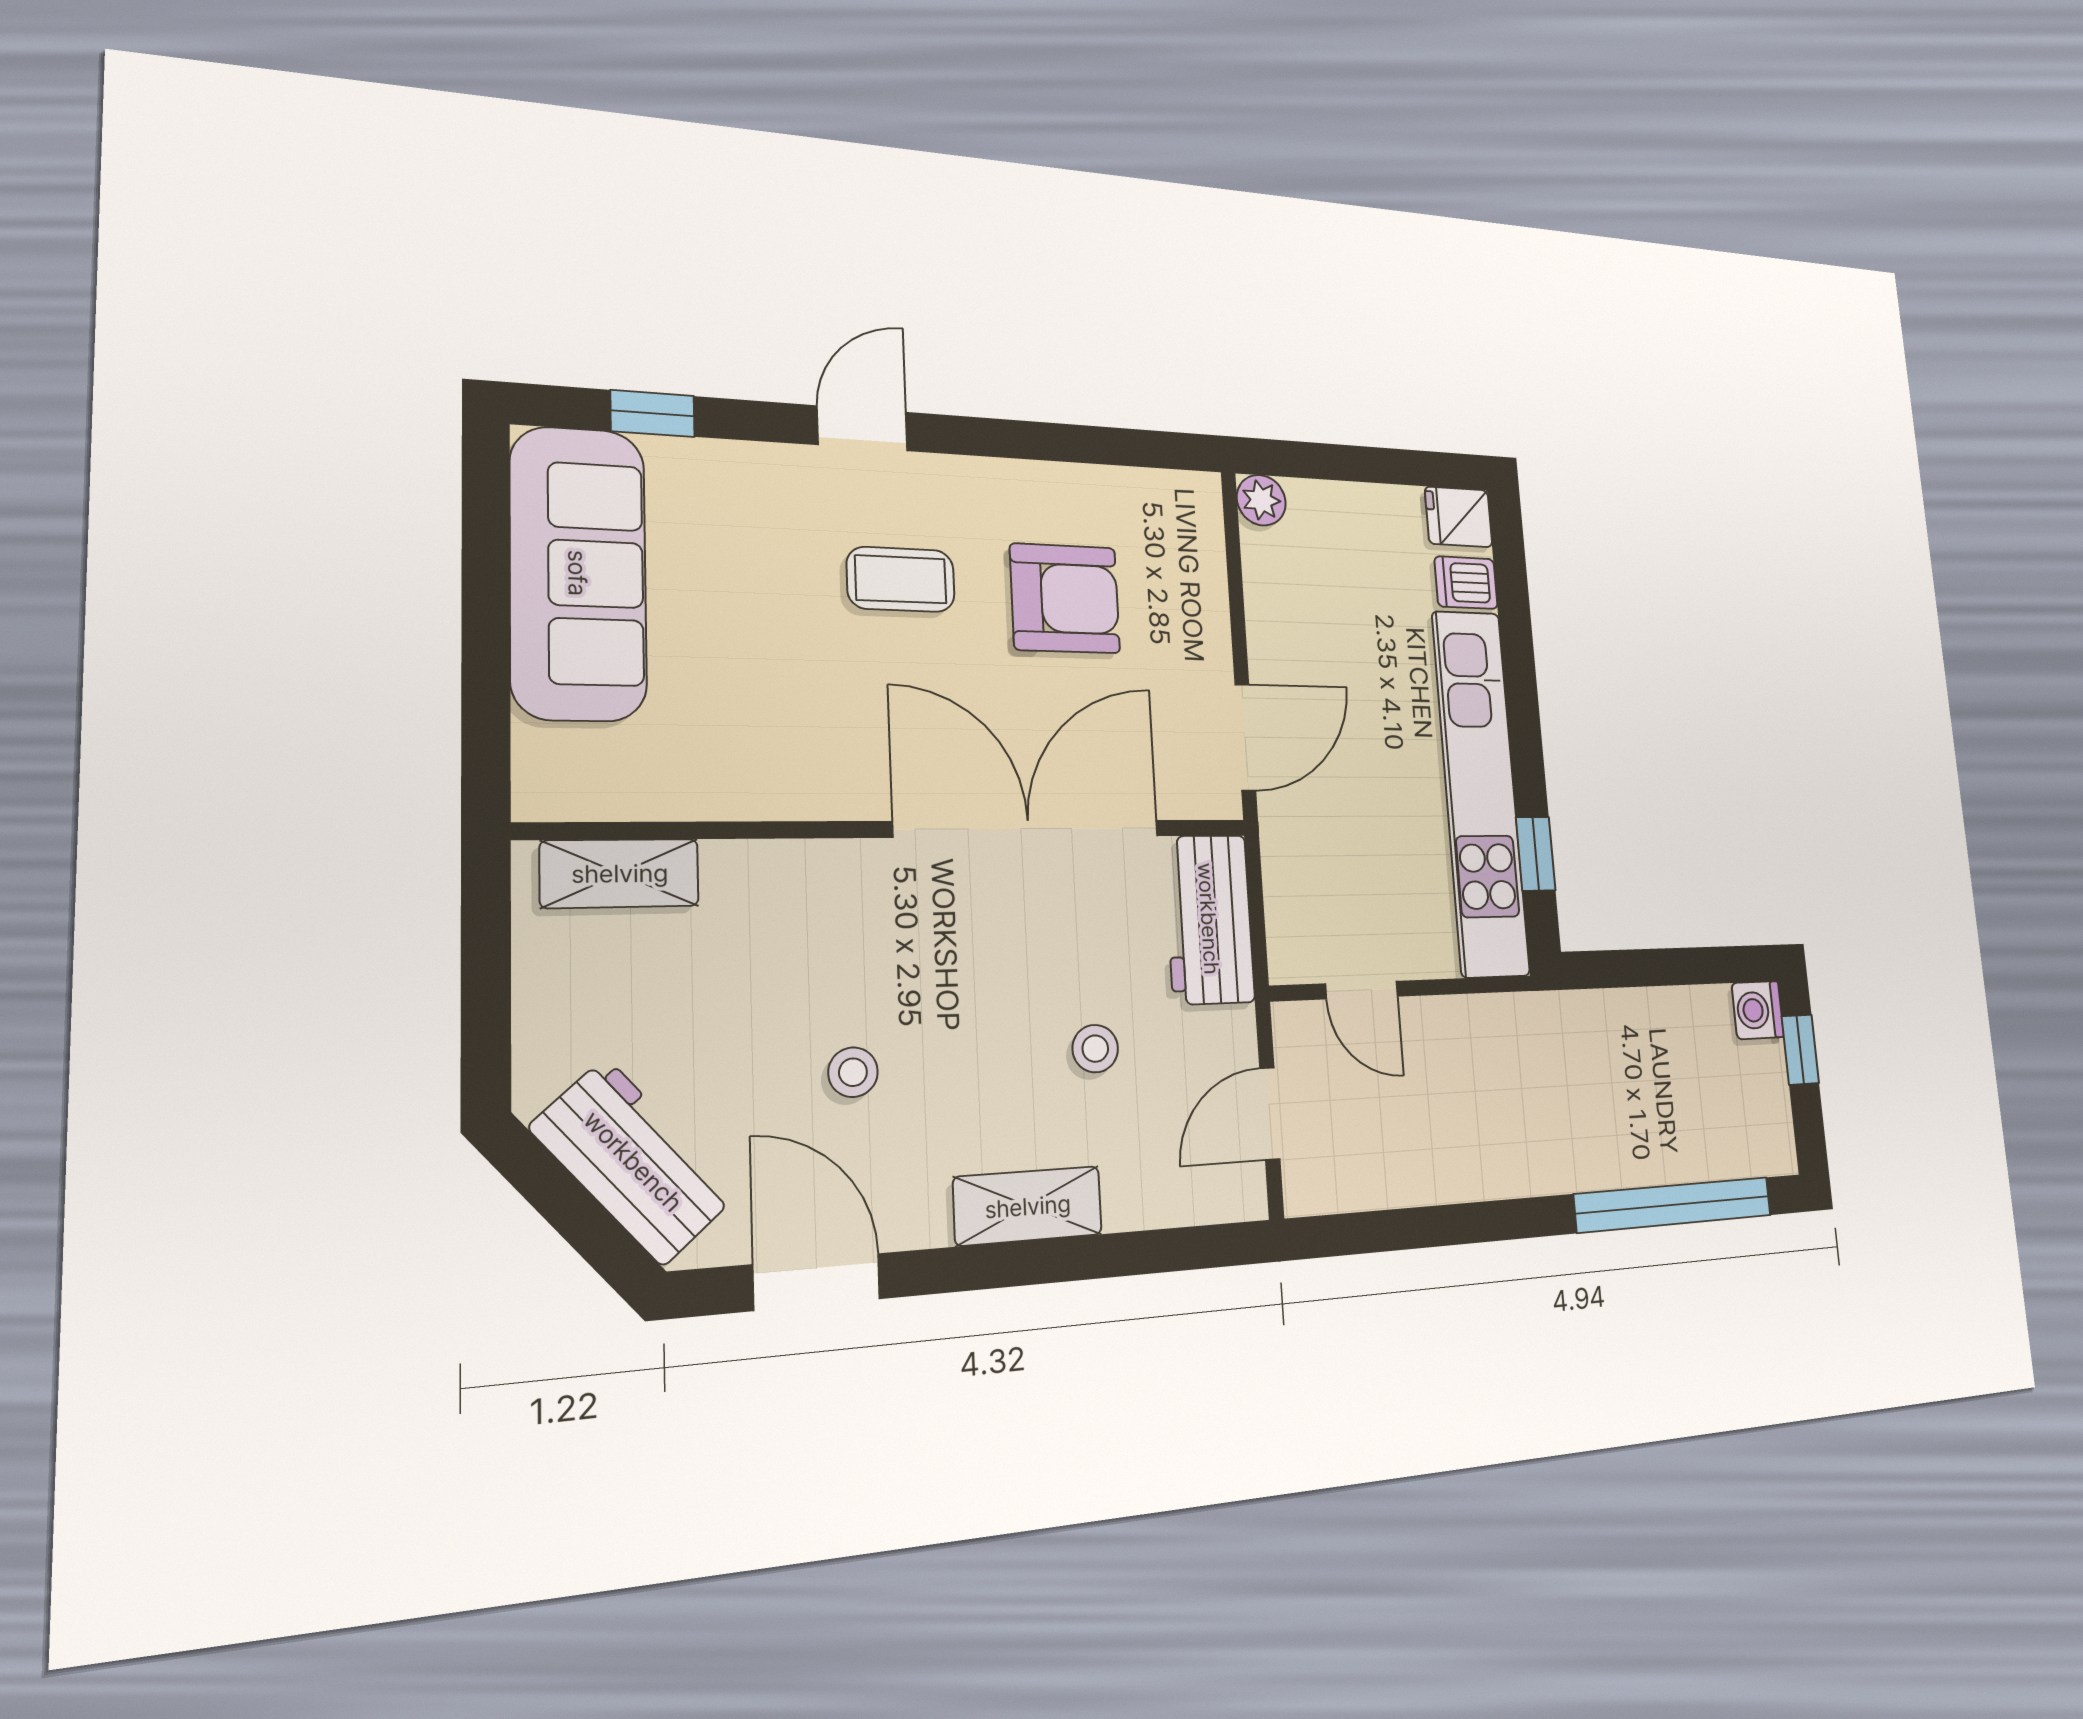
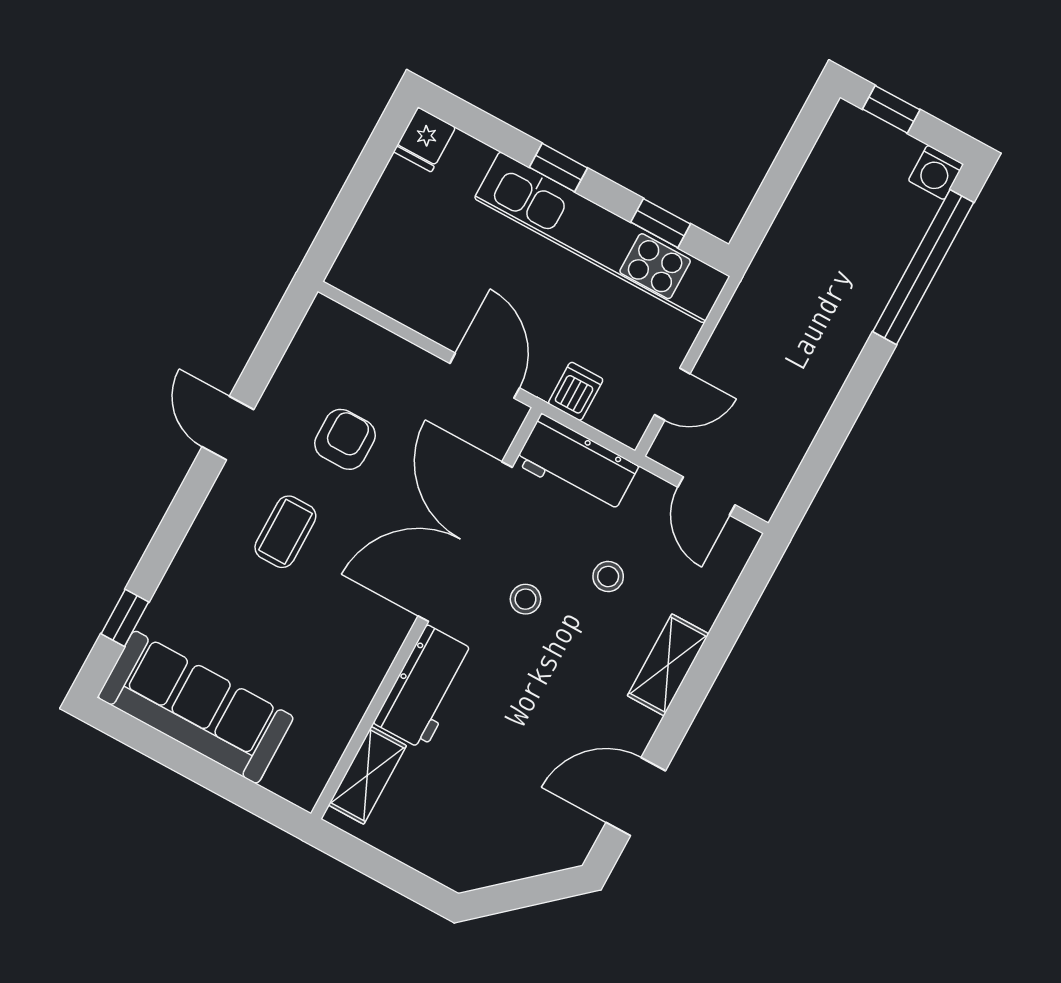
door: (862, 428) -> (228, 428), moved
plant: (1261, 500) -> (348, 274), removed
dishwasher: (1466, 583) -> (576, 391), moved, turned 180
armchair: (1065, 598) -> (345, 439), width x0.72, depth x0.72
window: (1521, 694) -> (558, 168), added
washing machine: (1758, 1010) -> (936, 172), moved
stool: (853, 1072) -> (526, 599), moved
workbench: (634, 1161) -> (425, 687), moved, turned 131

